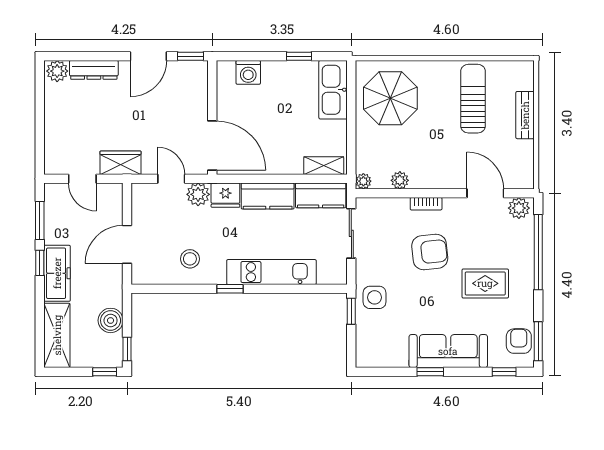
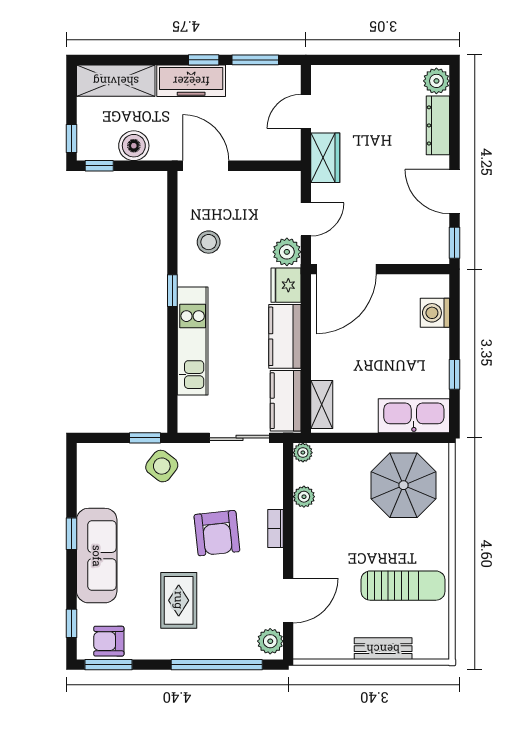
door: (127, 244) -> (206, 166), moved
side table: (375, 297) -> (162, 466), turned 38
armchair: (519, 341) -> (109, 641), turned 180

